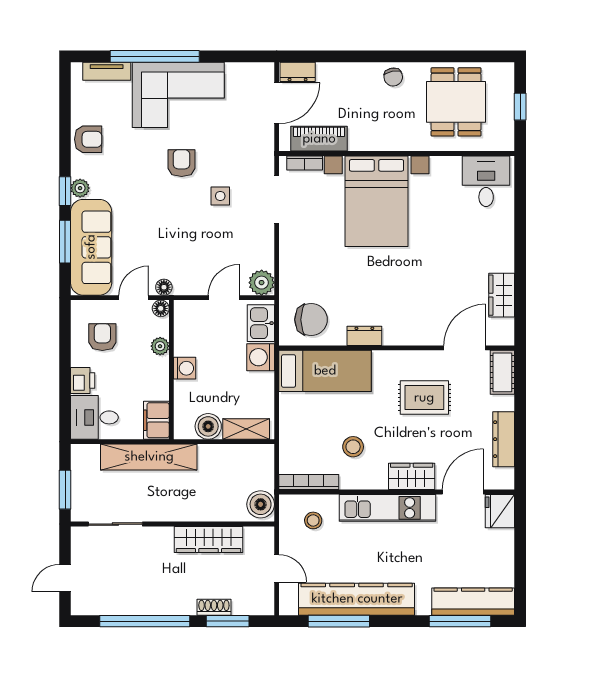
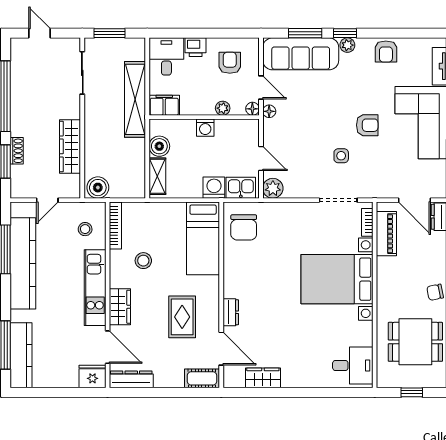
dresser: (364, 336) -> (231, 312), moved
armchair: (102, 337) -> (230, 63), turned -90
dresser: (504, 439) -> (131, 379), moved

